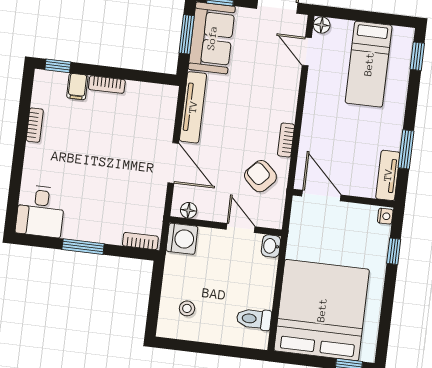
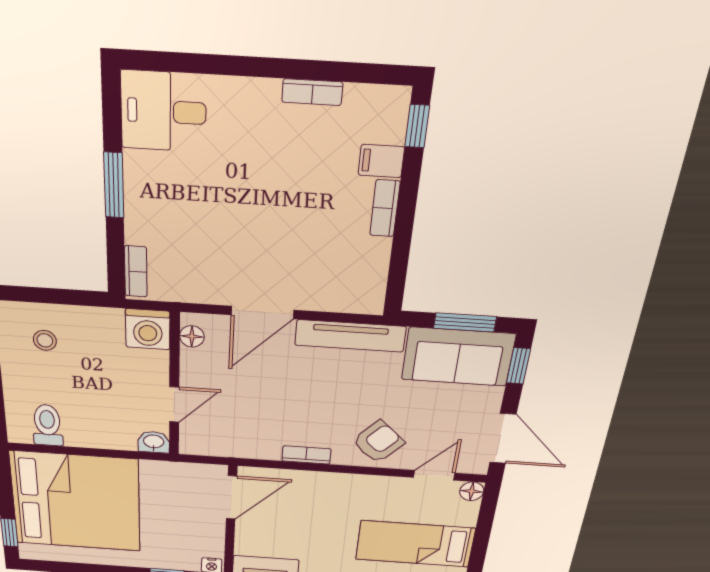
armchair: (260, 176) -> (378, 442), moved

